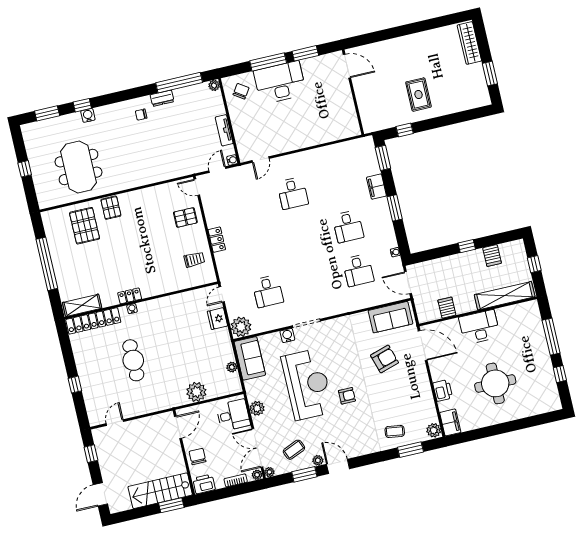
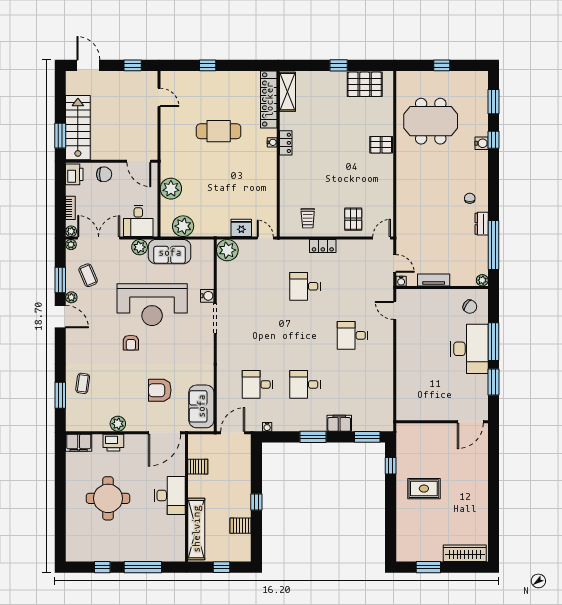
pallet: (85, 226) -> (365, 84), moved
window: (47, 264) -> (339, 65), width x0.32
desk: (268, 291) -> (305, 286), moved
sofa: (250, 358) -> (170, 252), moved
armchair: (384, 359) -> (160, 390), turned 107
plant: (232, 367) -> (183, 226), width x1.87, depth x1.87
plant: (434, 430) -> (118, 424), moved
door: (338, 466) -> (60, 317), hinge flipped

